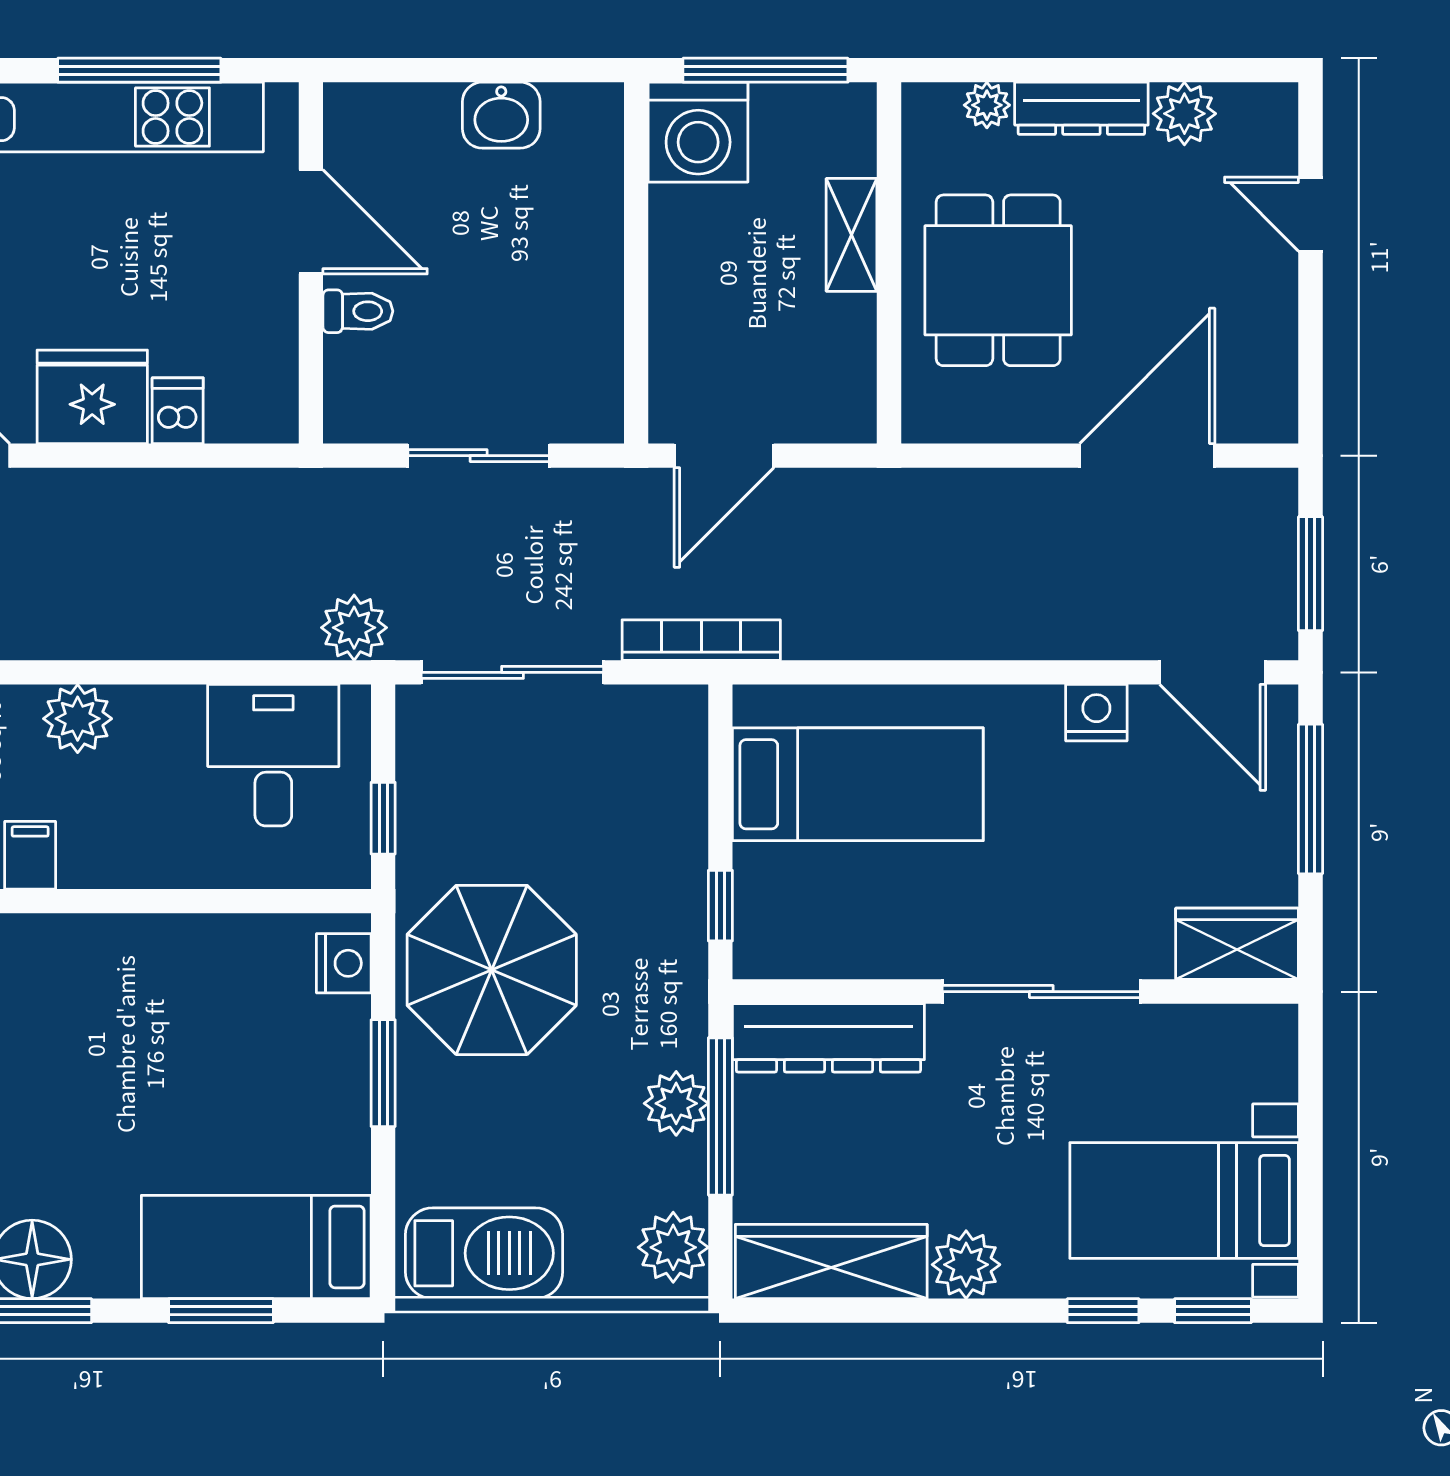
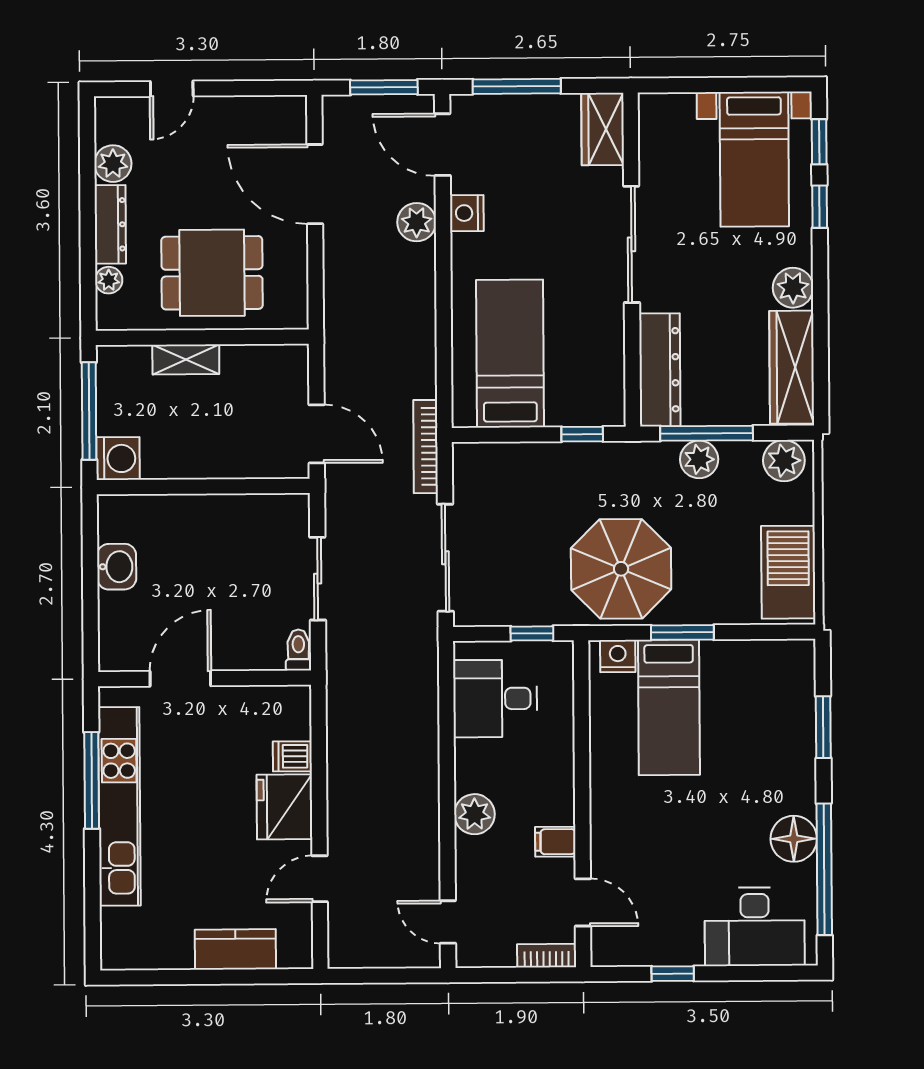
washing machine: (698, 132) -> (118, 459), width x0.73, depth x0.73
toilet: (358, 311) -> (298, 650), moved
plant: (354, 628) -> (417, 222), moved
door: (1213, 672) -> (443, 145), swing flipped
bed: (256, 1247) -> (669, 707), moved

